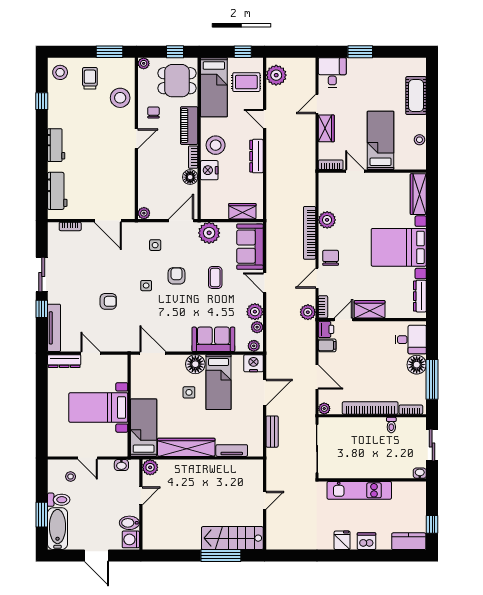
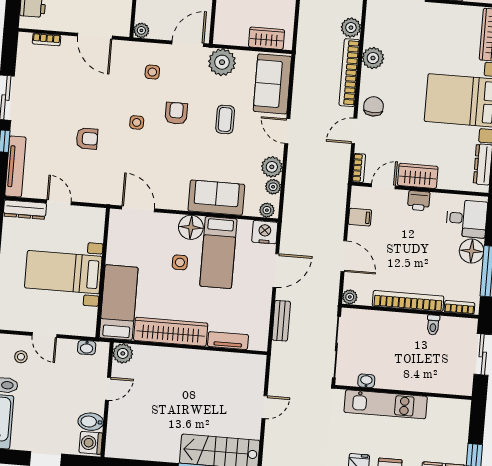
plant: (308, 312) -> (351, 28), moved
printer: (326, 329) -> (419, 201), moved, turned 90
washbasin: (420, 473) -> (366, 381), moved

